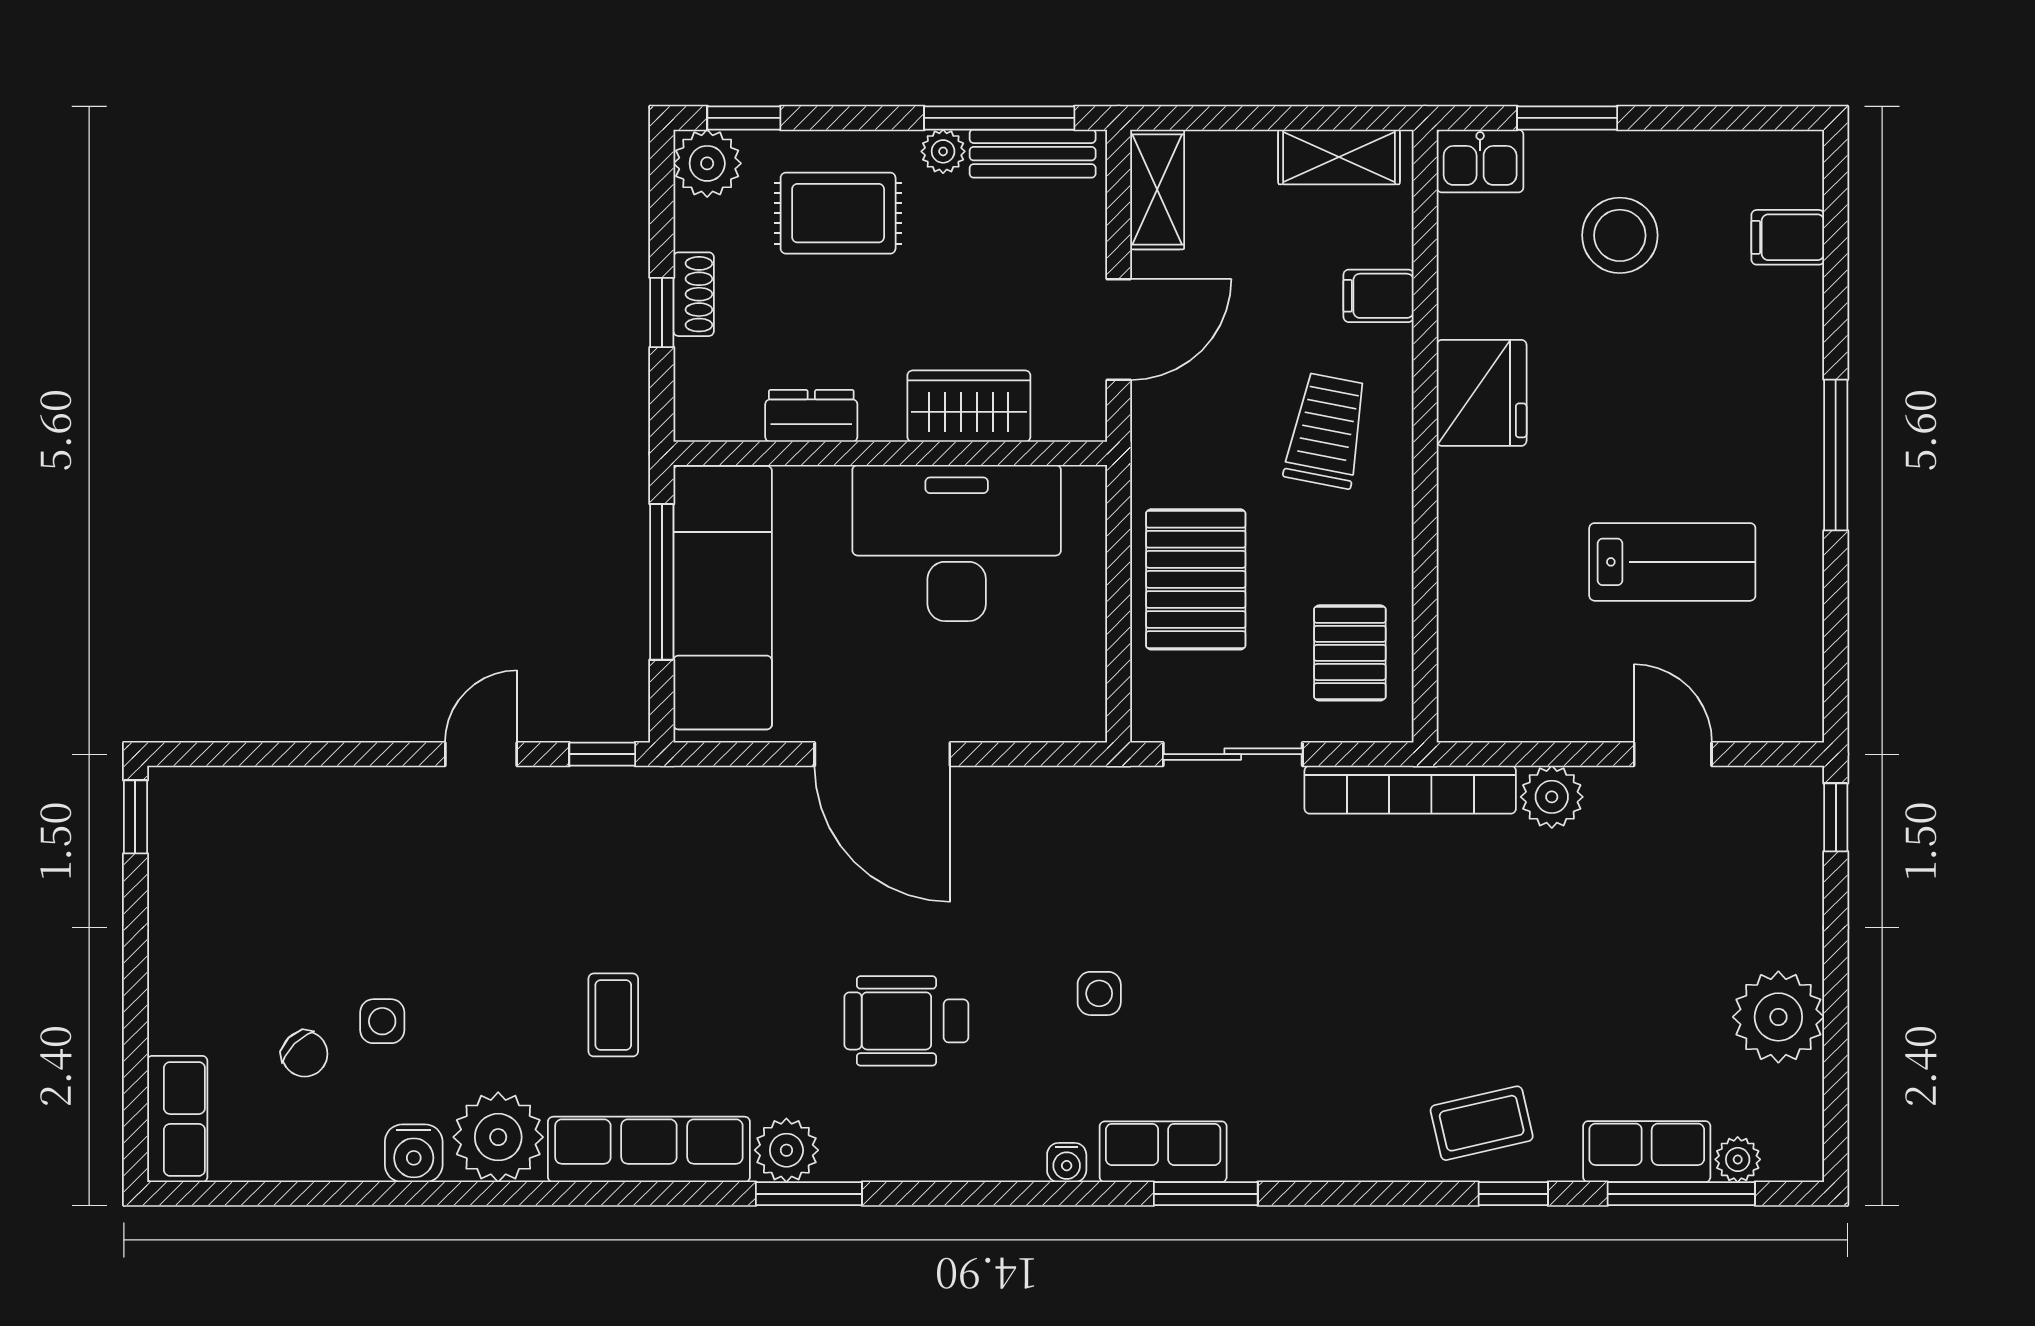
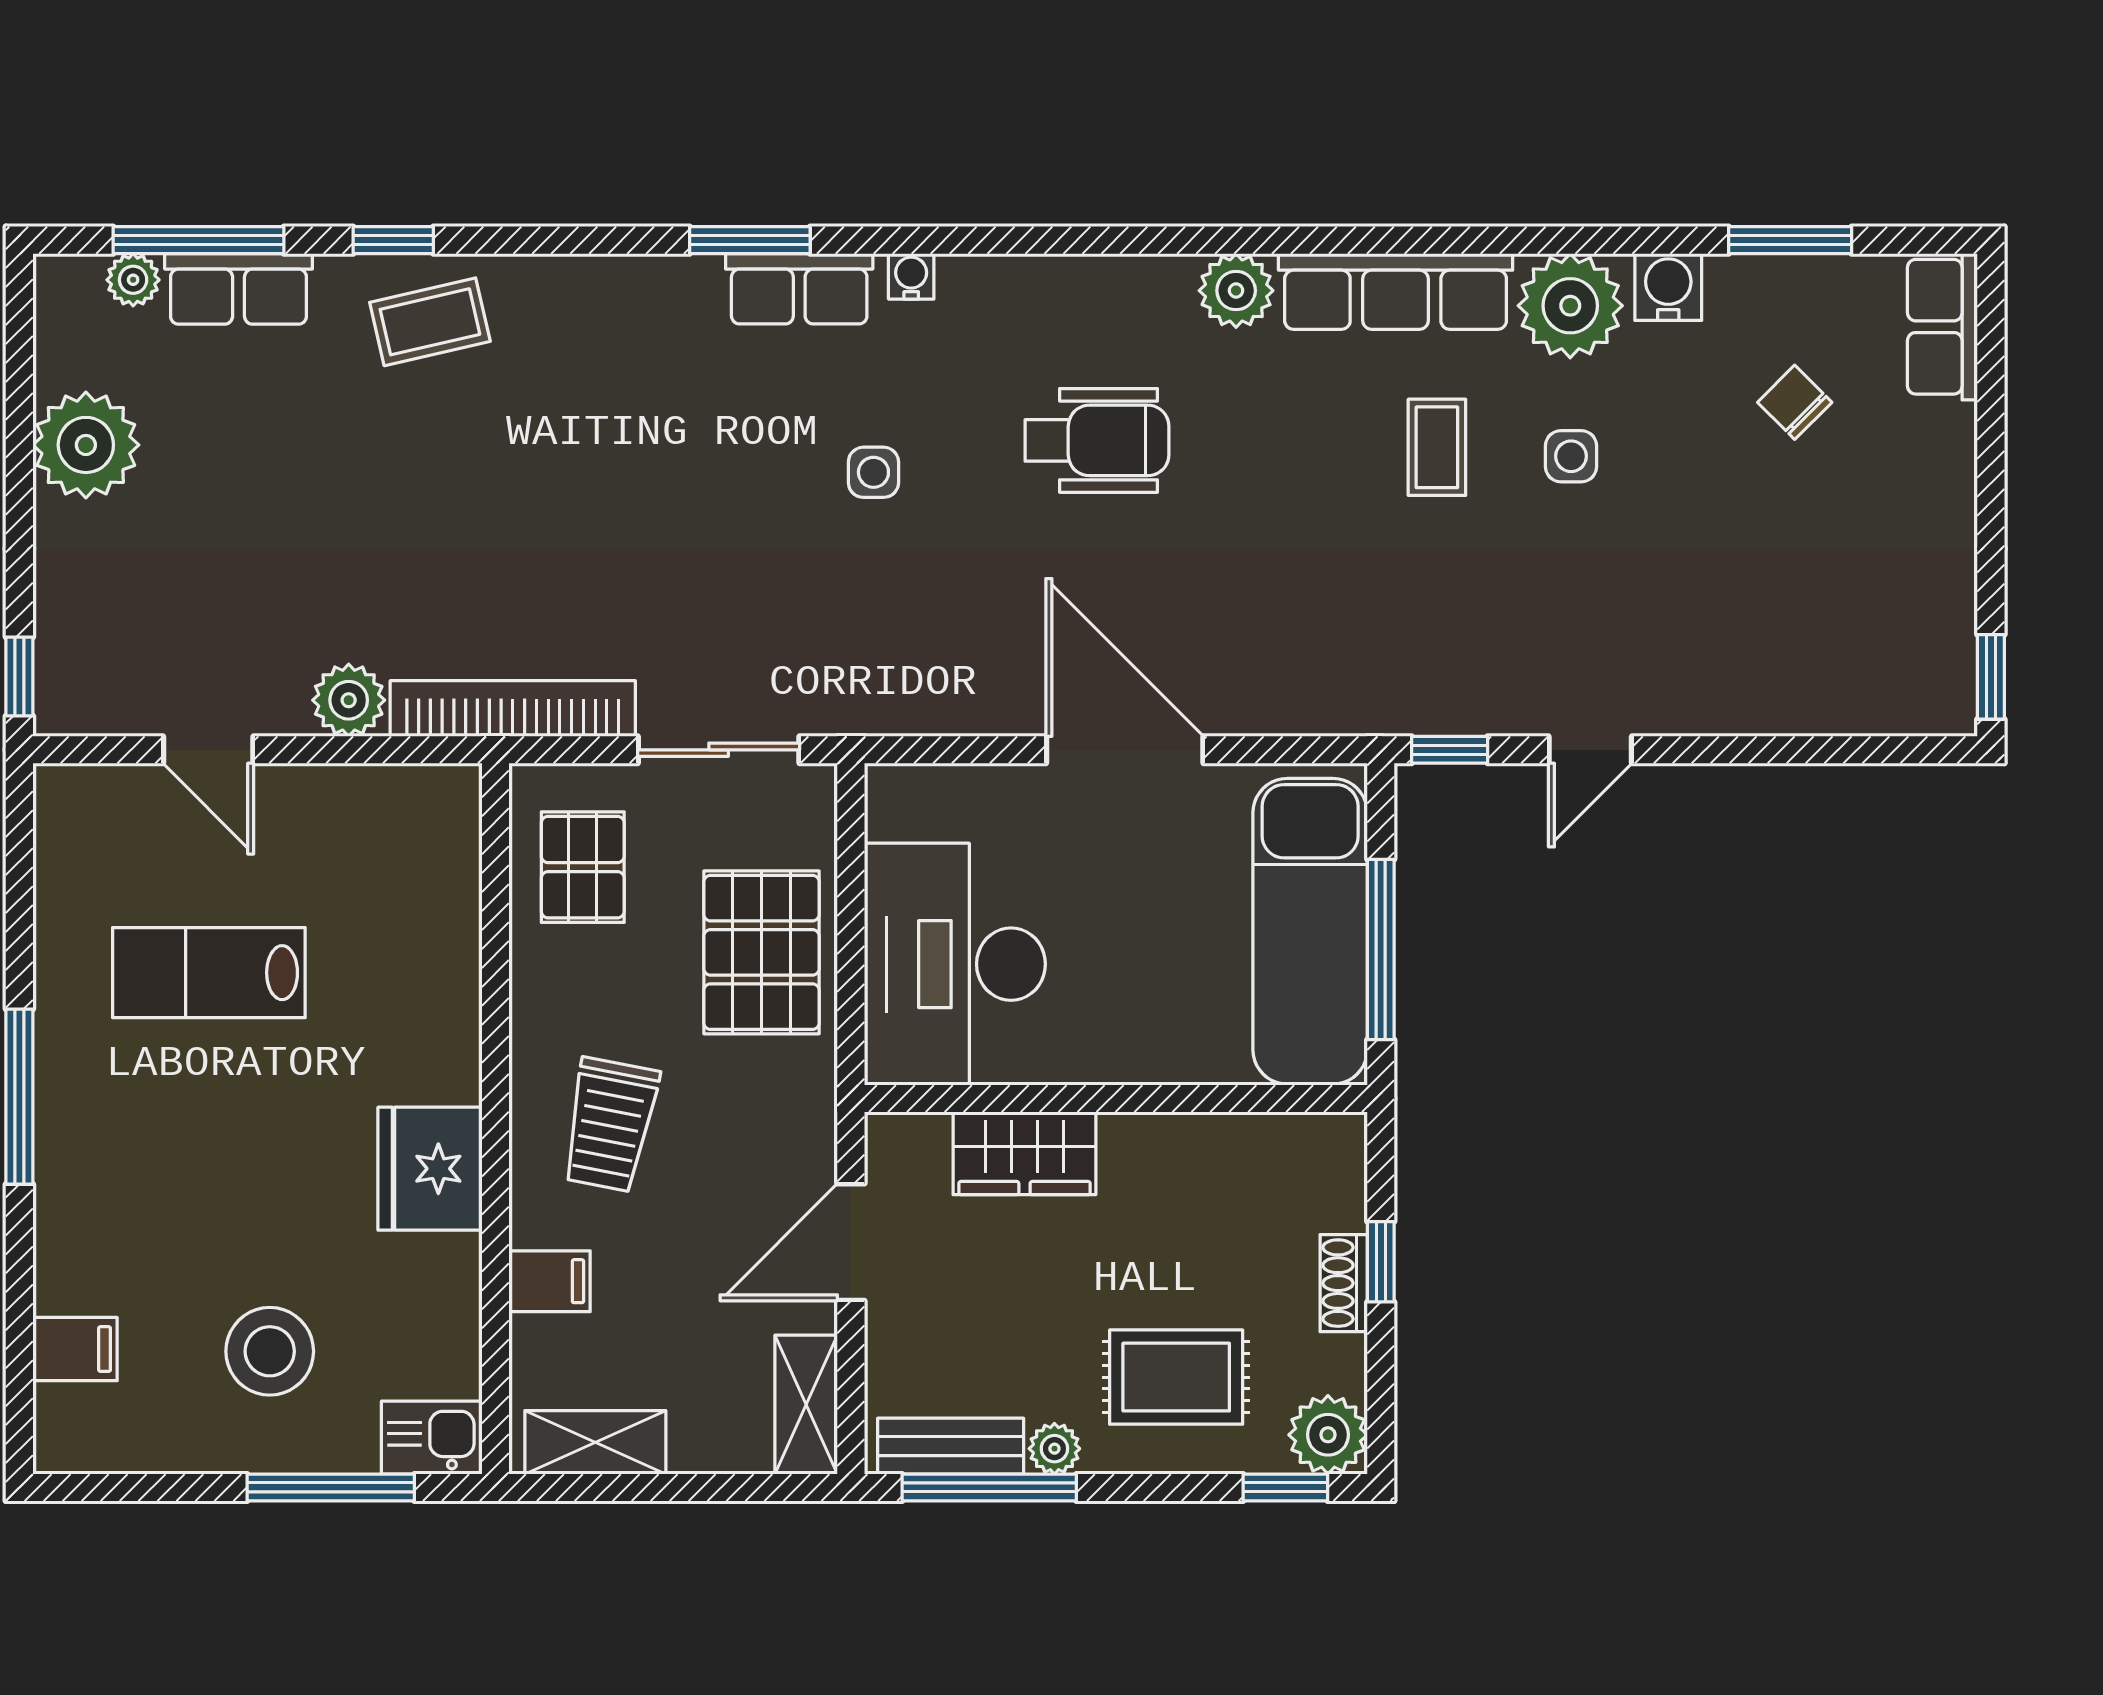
window: (1567, 118) -> (331, 1487), width x1.44
dresser: (811, 416) -> (1207, 1142), removed
desk: (957, 543) -> (955, 964), moved, turned 90
side table: (382, 1021) -> (1571, 456), moved
window: (809, 1194) -> (1790, 240), moved

